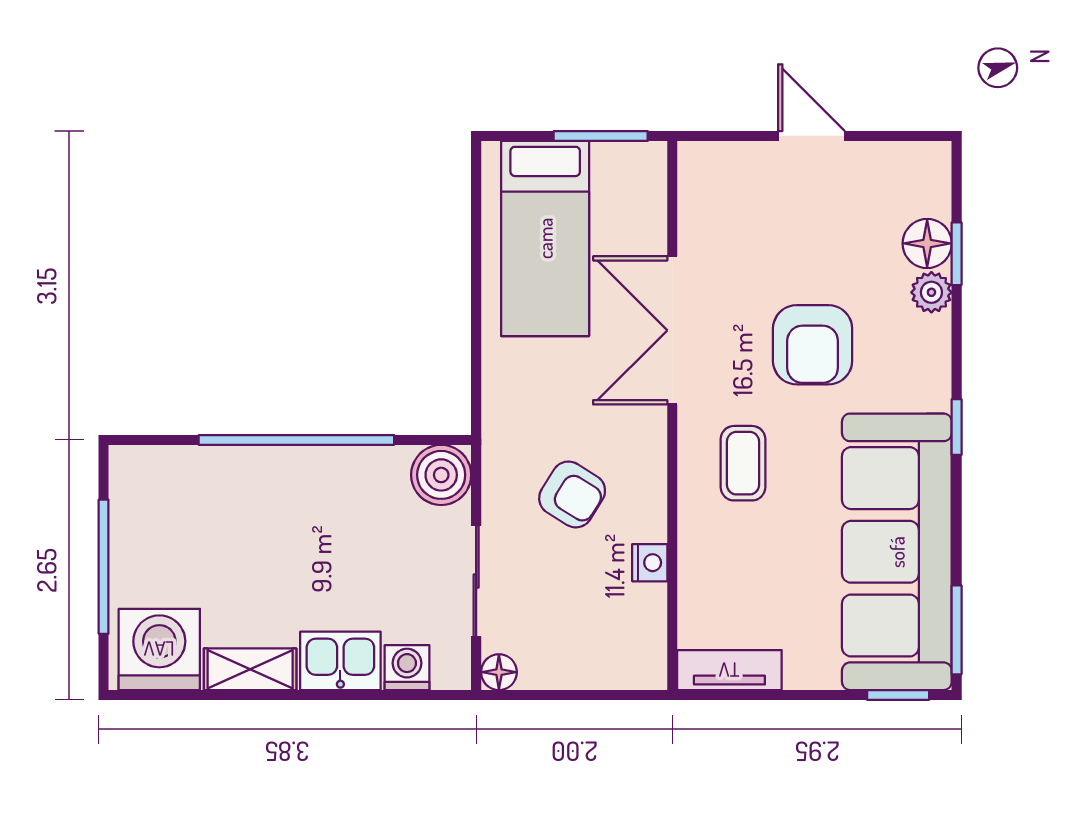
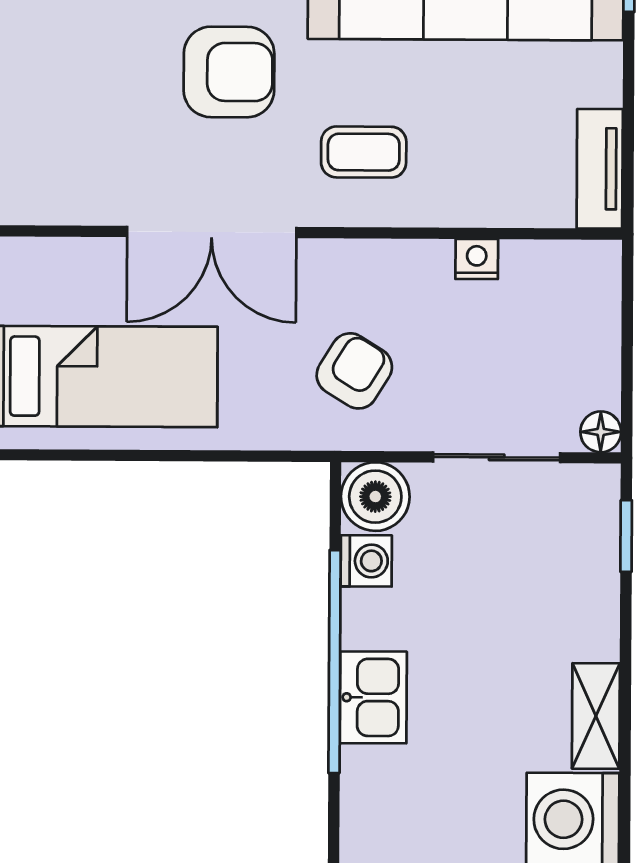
armchair: (572, 494) -> (354, 371), moved
kitchen sink: (340, 661) -> (373, 697), moved, turned 180
washing machine: (407, 668) -> (366, 561), moved, turned 180
window: (408, 695) -> (626, 536), added

